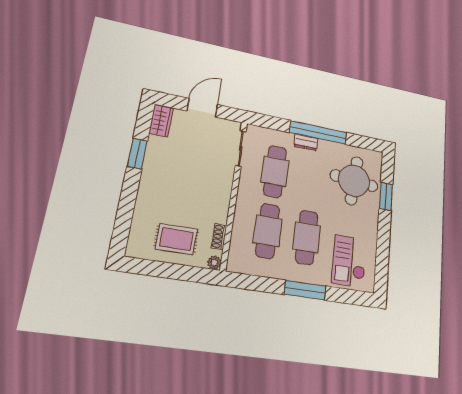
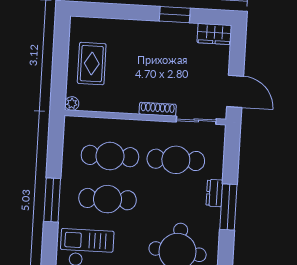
door: (202, 108) -> (235, 91), moved
window: (318, 133) -> (228, 207), width x0.68
shoe rack: (219, 237) -> (158, 109), moved, width x1.43

